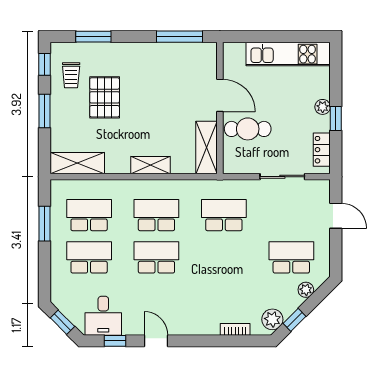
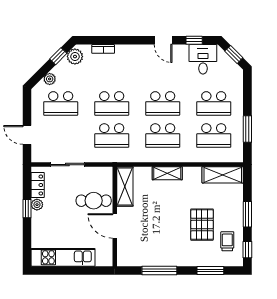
window: (179, 37) -> (159, 271), moved
plant: (323, 107) -> (37, 205), moved
school desk: (224, 257) -> (112, 103), added

